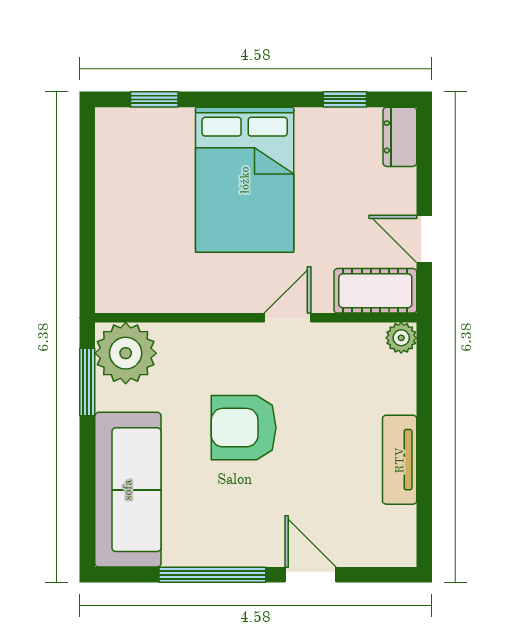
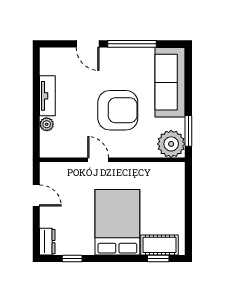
cot: (375, 291) -> (160, 245), moved
door: (287, 318) -> (98, 160), swing flipped
plant: (401, 338) -> (47, 124), moved
armchair: (244, 428) -> (118, 110), width x1.36, depth x1.36

